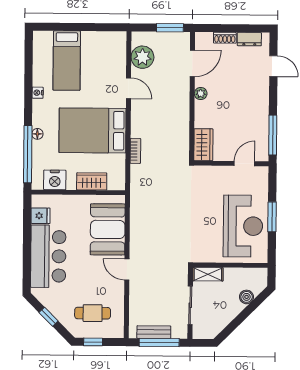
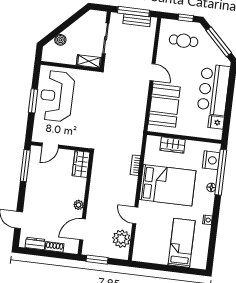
nightstand: (55, 180) -> (211, 160), moved, turned 90
window: (49, 317) -> (219, 42), width x2.17

